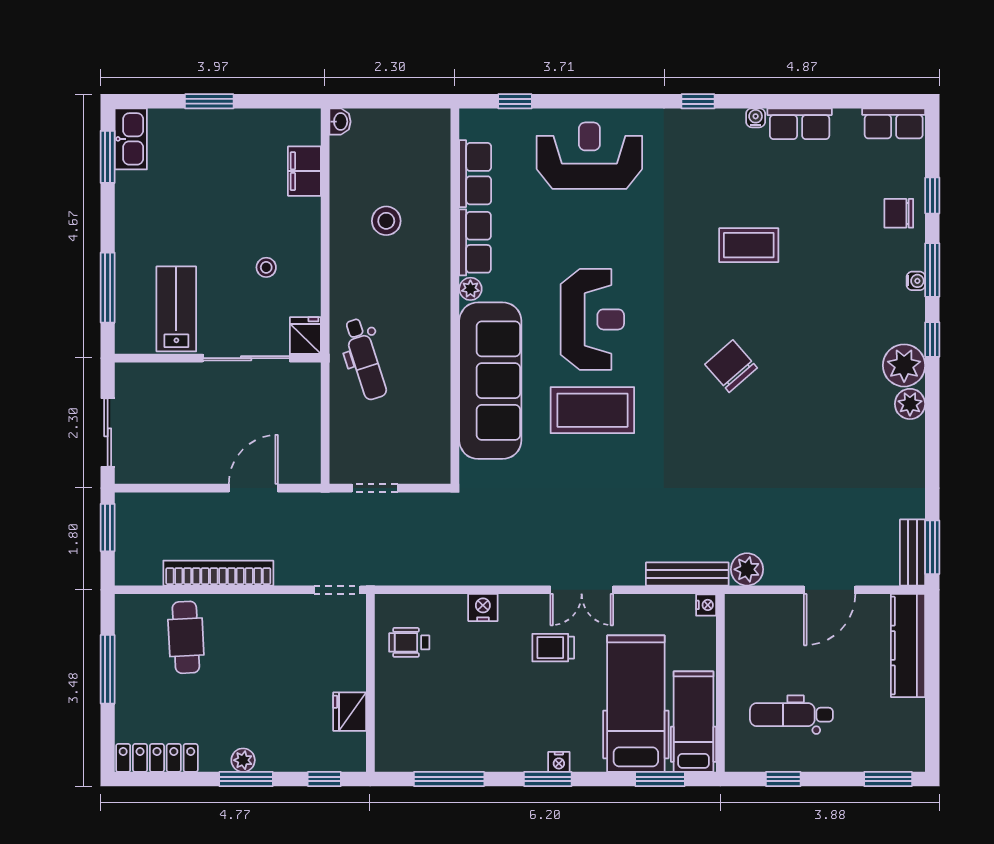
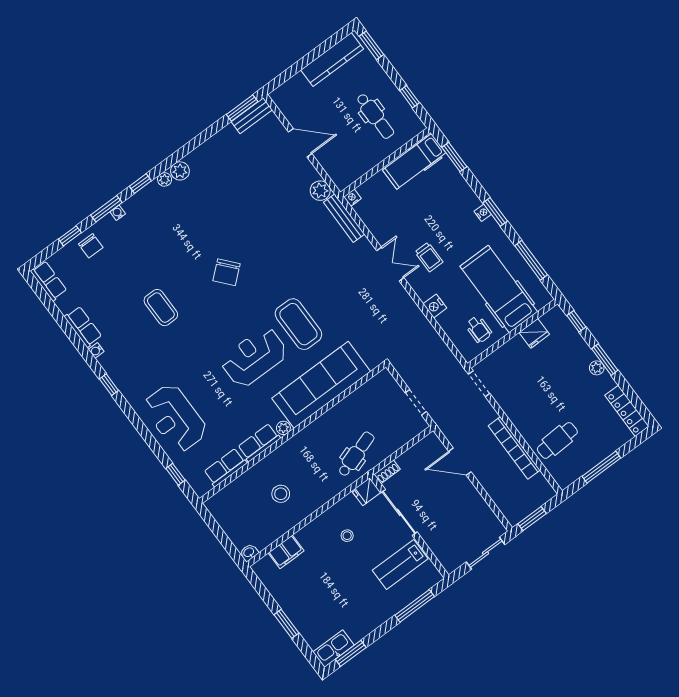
plant: (904, 365) -> (165, 179), width x0.53, depth x0.53
shoe rack: (311, 382) -> (387, 472), added
kitchen counter: (908, 646) -> (332, 59), moved
hospital bed: (636, 704) -> (499, 289), moved, turned 90

